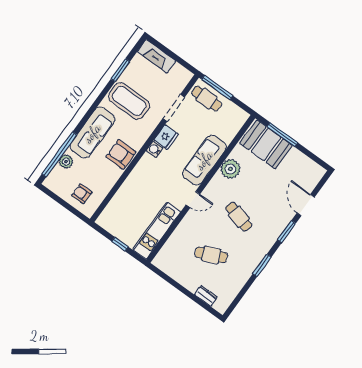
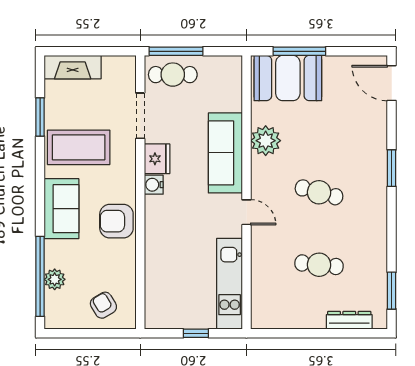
sofa: (92, 133) -> (61, 209), width x0.73
armchair: (82, 194) -> (103, 305), turned 59
door: (193, 199) -> (246, 212), hinge flipped
door: (306, 205) -> (392, 83), moved
cafe table: (211, 255) -> (319, 265), turned 30
window: (262, 265) -> (392, 291), moved
dresser: (206, 296) -> (349, 320), width x1.44

